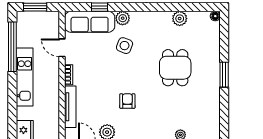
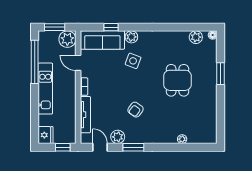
plant: (180, 19) -> (196, 37), moved
plant: (50, 21) -> (67, 39), added
window: (224, 75) -> (221, 74), moved
armchair: (127, 101) -> (136, 110), turned -144

